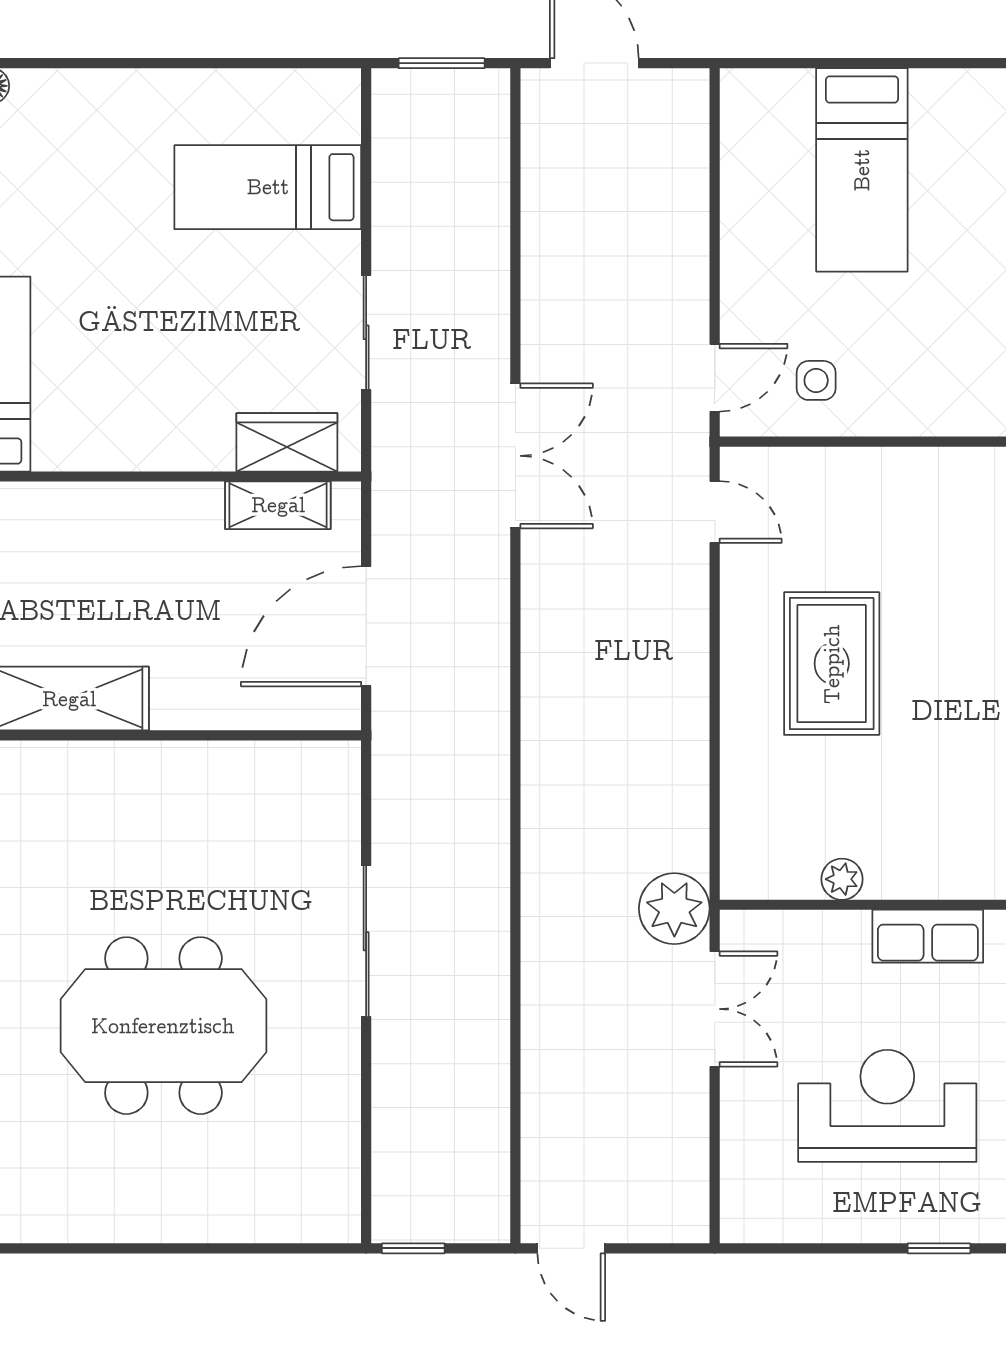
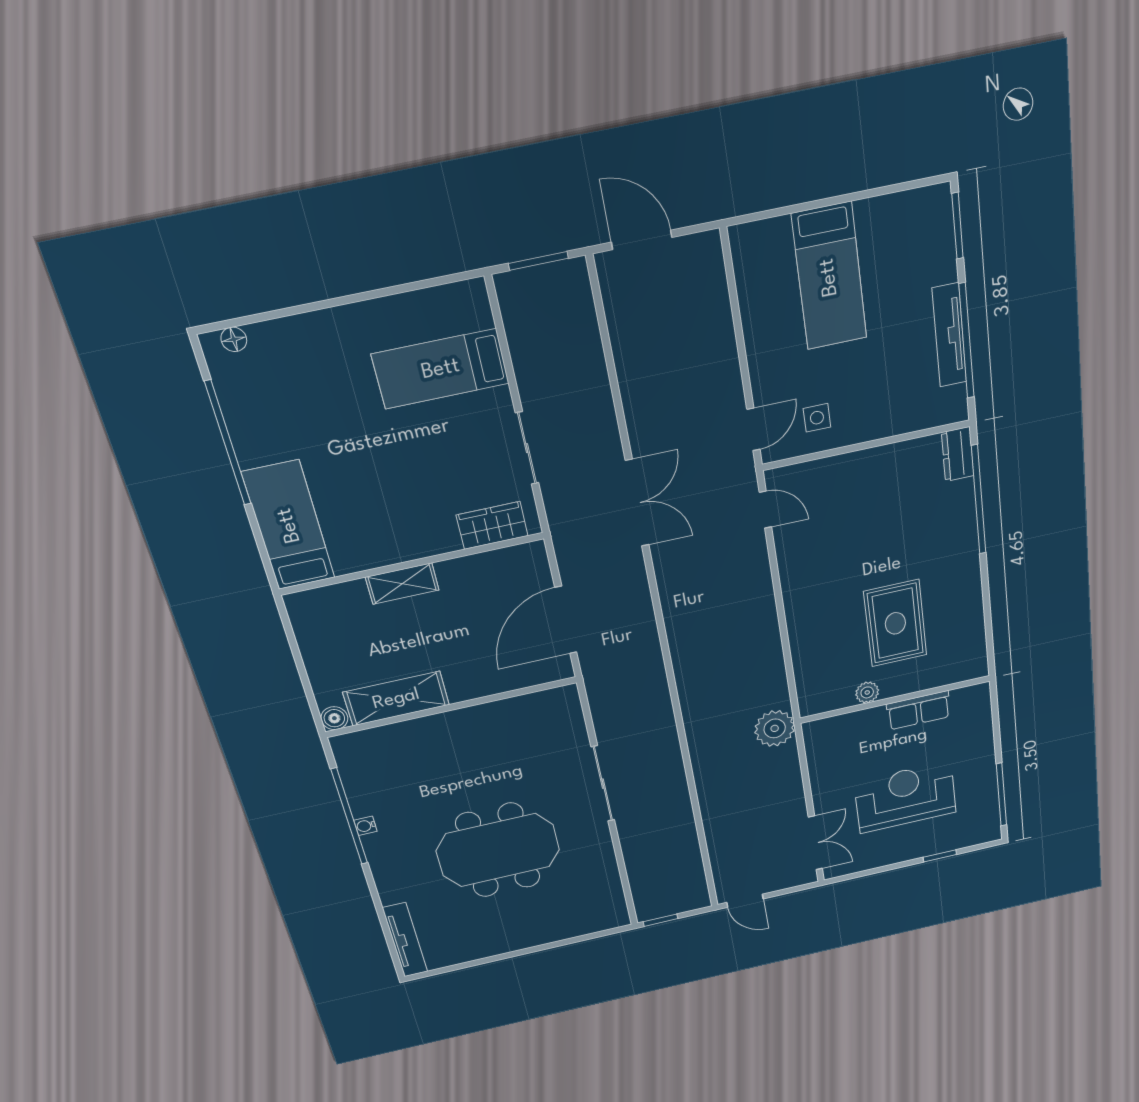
shelving: (278, 505) -> (402, 584), moved
rug: (832, 664) -> (895, 623), moved
double door: (715, 1009) -> (815, 843), moved

